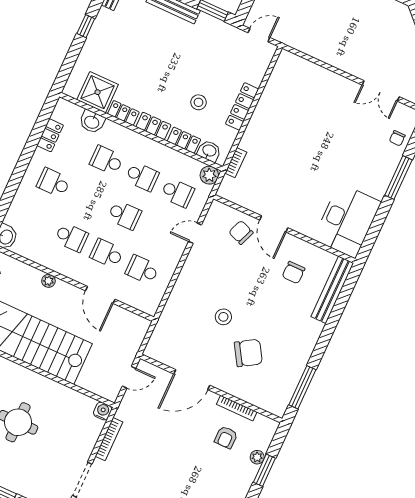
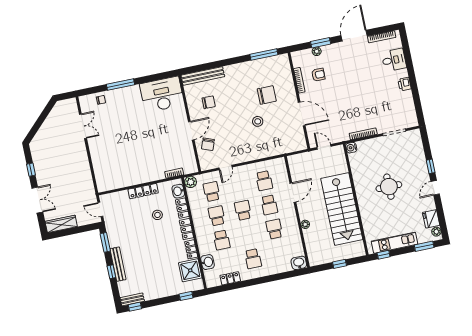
window: (86, 26) -> (186, 296), moved
door: (195, 233) -> (226, 167), hinge flipped
chair: (248, 353) -> (267, 95), turned 122

